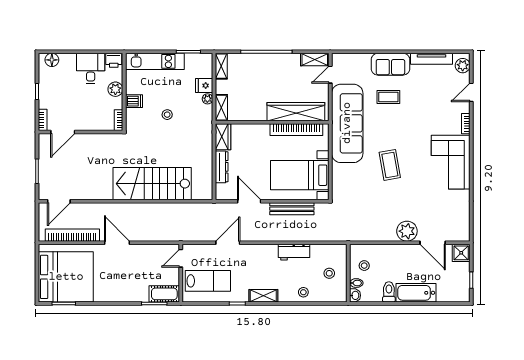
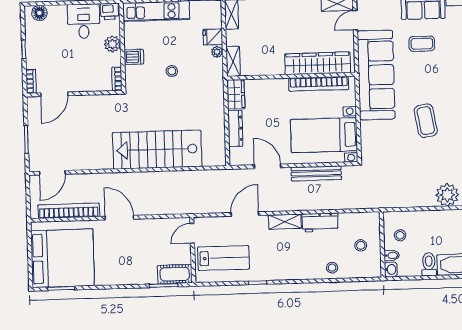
shelving: (263, 296) -> (285, 222), moved

